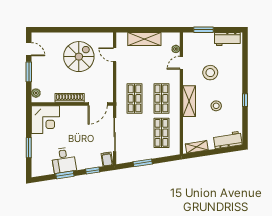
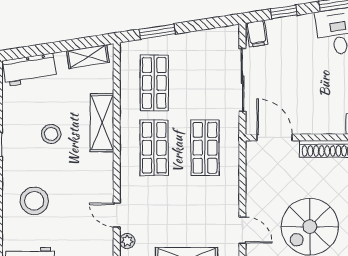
door: (181, 63) -> (117, 215), swing flipped
stool: (210, 73) -> (34, 201), moved
shelving: (189, 101) -> (102, 123), moved
door: (98, 104) -> (275, 137), hinge flipped
window: (143, 163) -> (157, 32), moved

